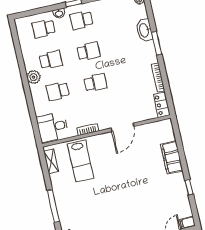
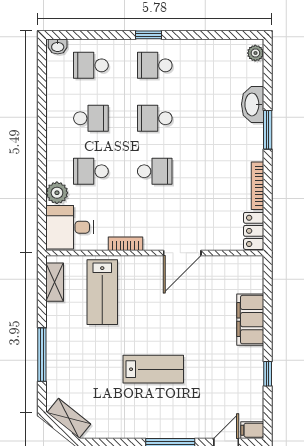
washbasin: (59, 13) -> (58, 47), moved
school desk: (88, 51) -> (155, 118), turned 180
plant: (34, 77) -> (57, 193), moved
lab bench: (121, 200) -> (153, 369), added

